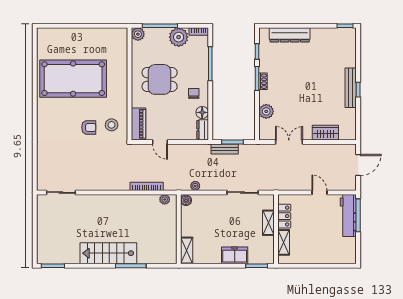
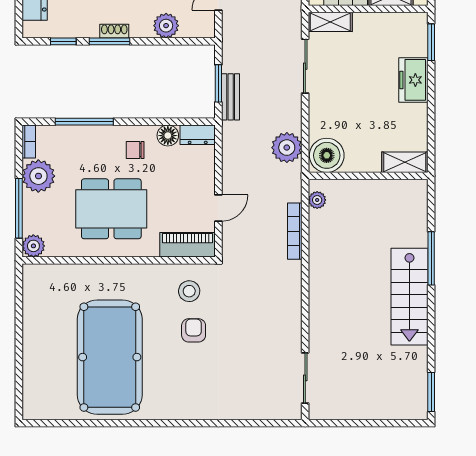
dining table: (160, 79) -> (111, 209), width x1.38
plant: (195, 186) -> (287, 148), width x1.88, depth x1.88
boiler: (186, 200) -> (327, 155), width x1.86, depth x1.86
shelving: (268, 223) -> (330, 22), moved

